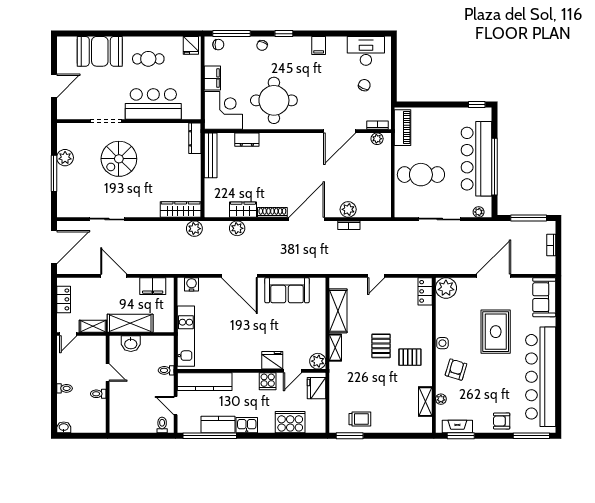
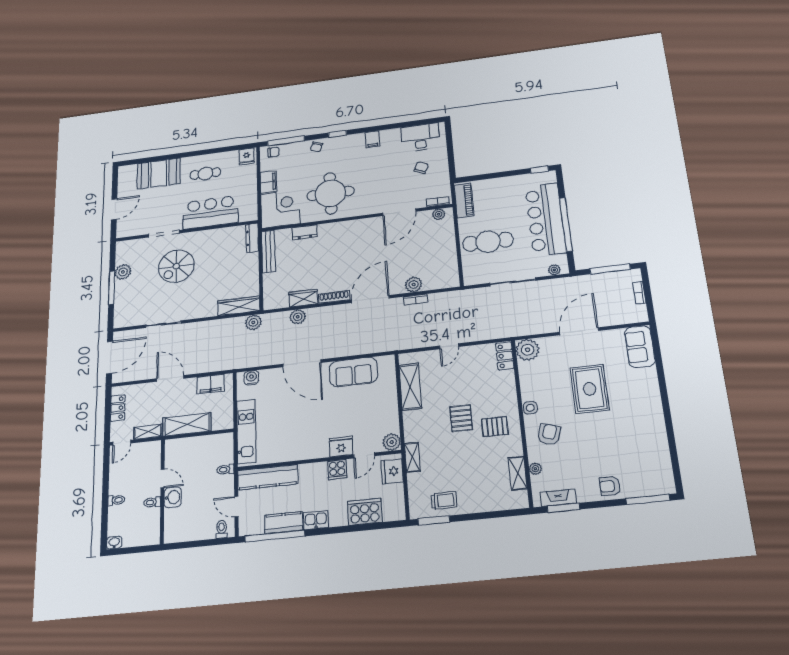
washbasin: (131, 344) -> (173, 497), moved, turned -90
shelving: (335, 348) -> (412, 457), moved
bar counter: (541, 377) -> (649, 432), removed

